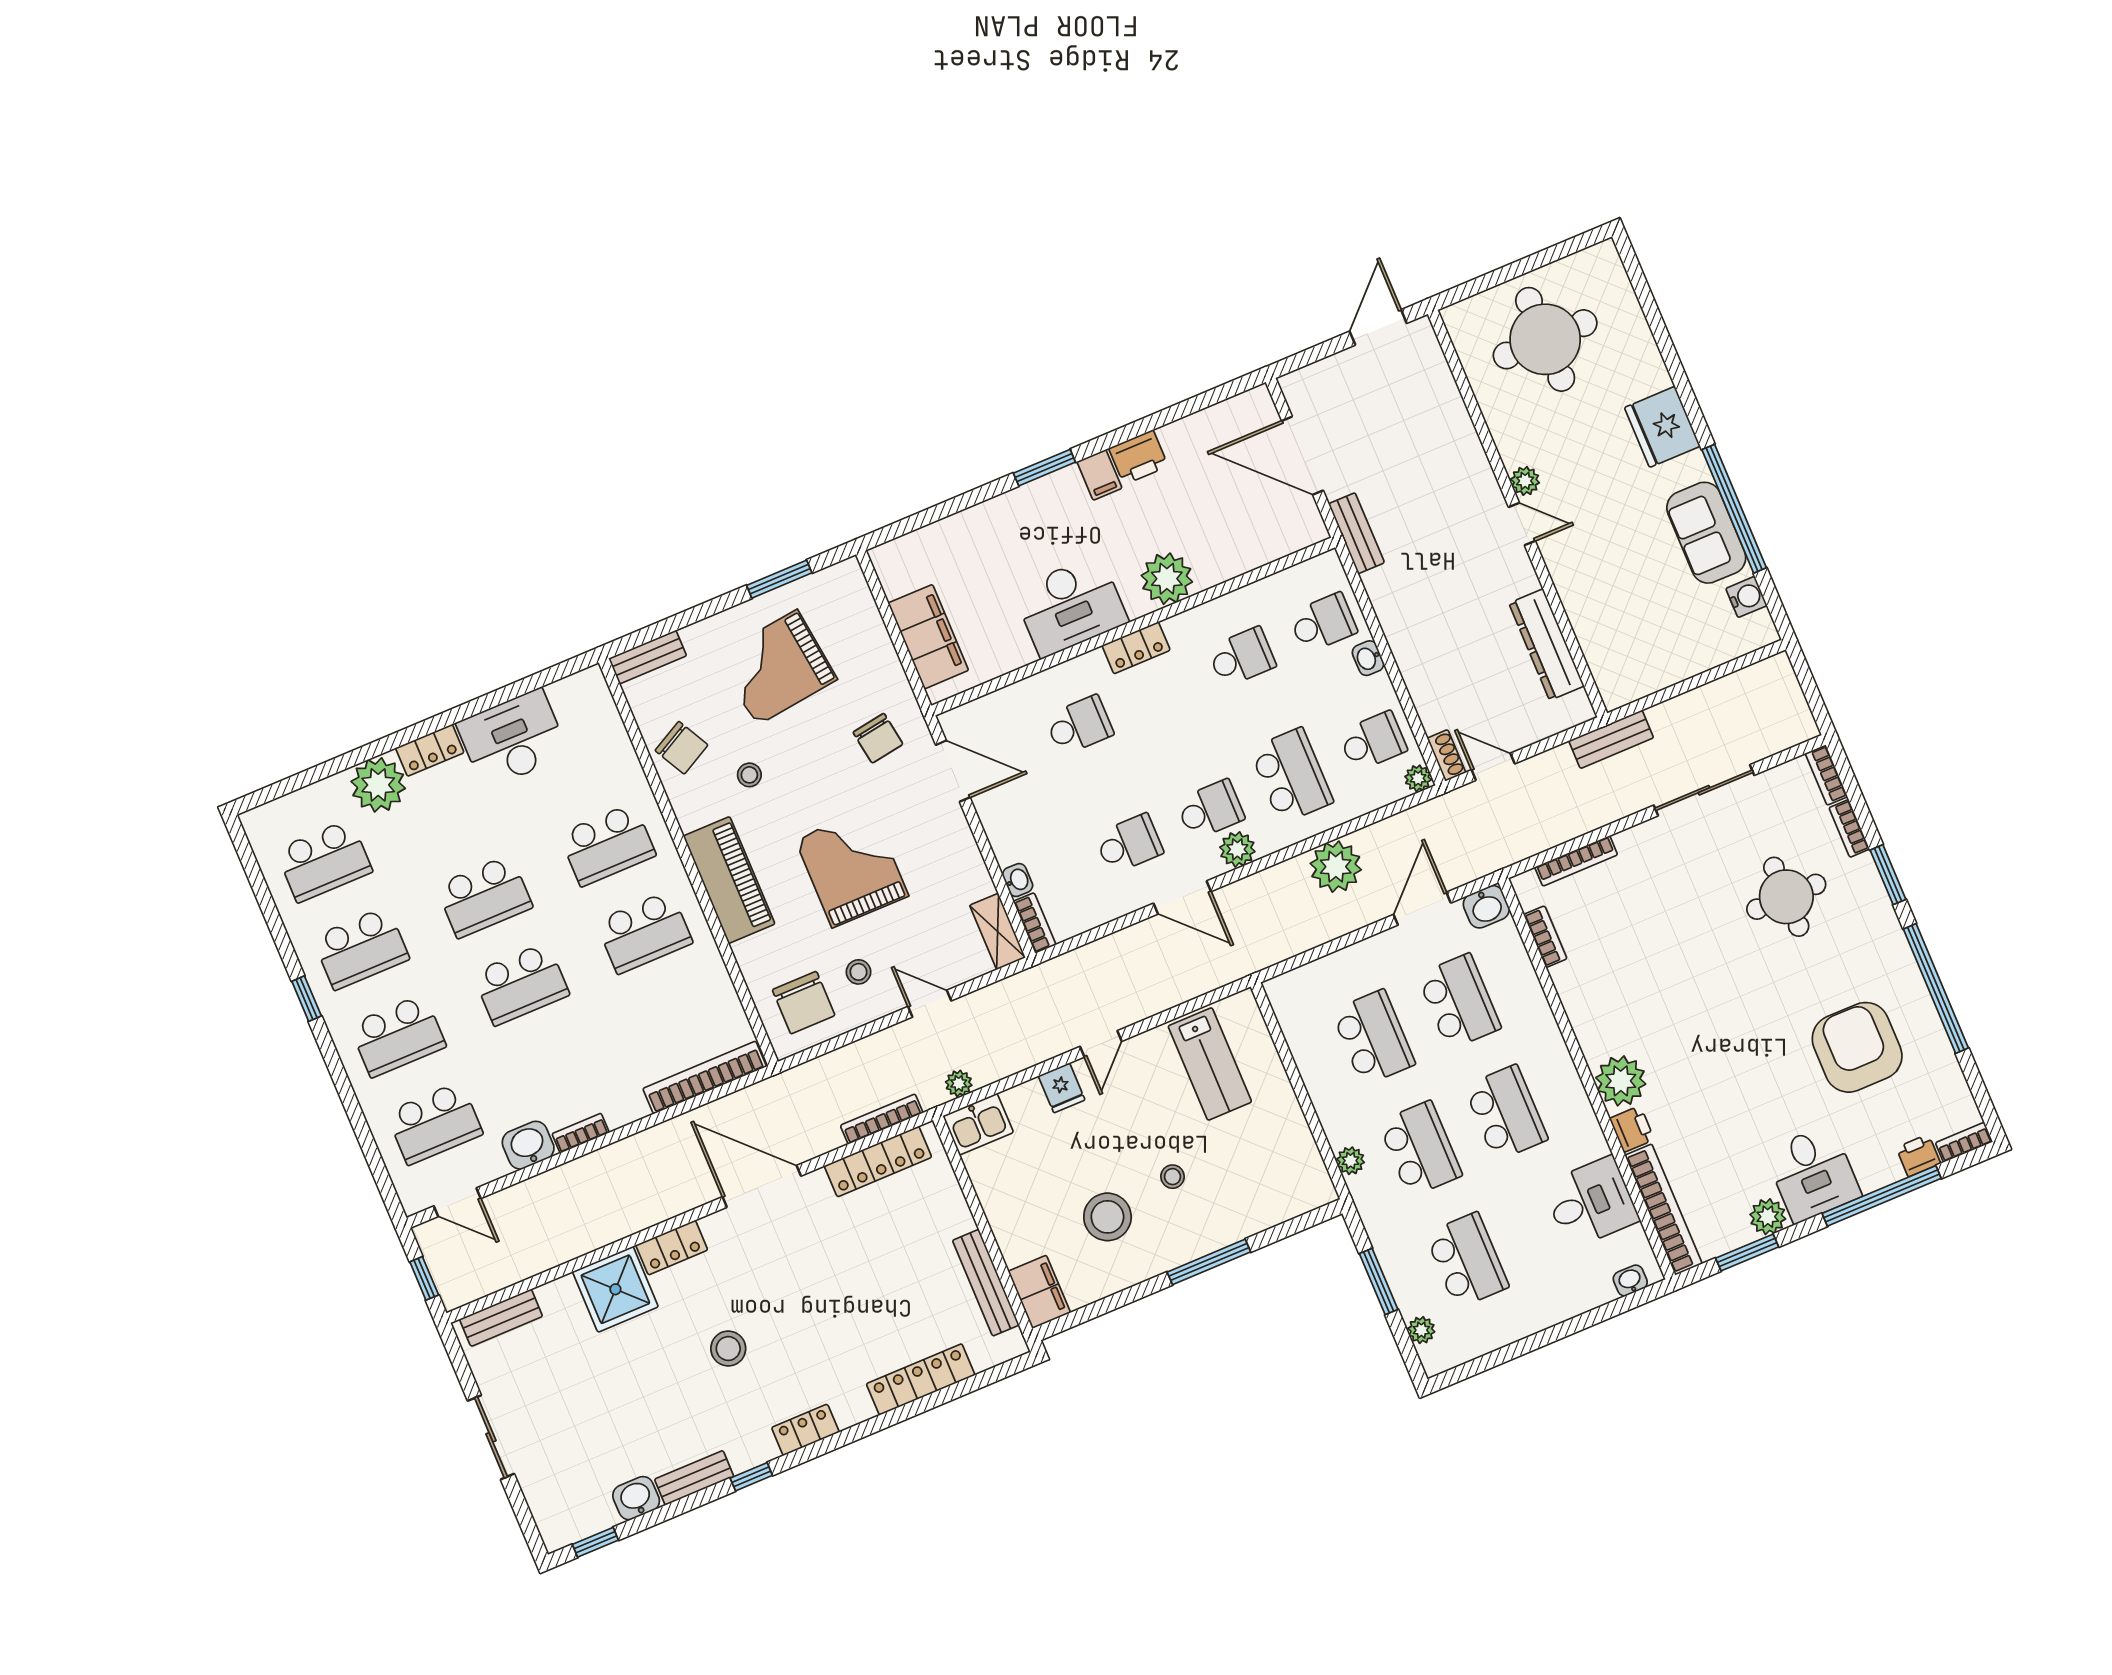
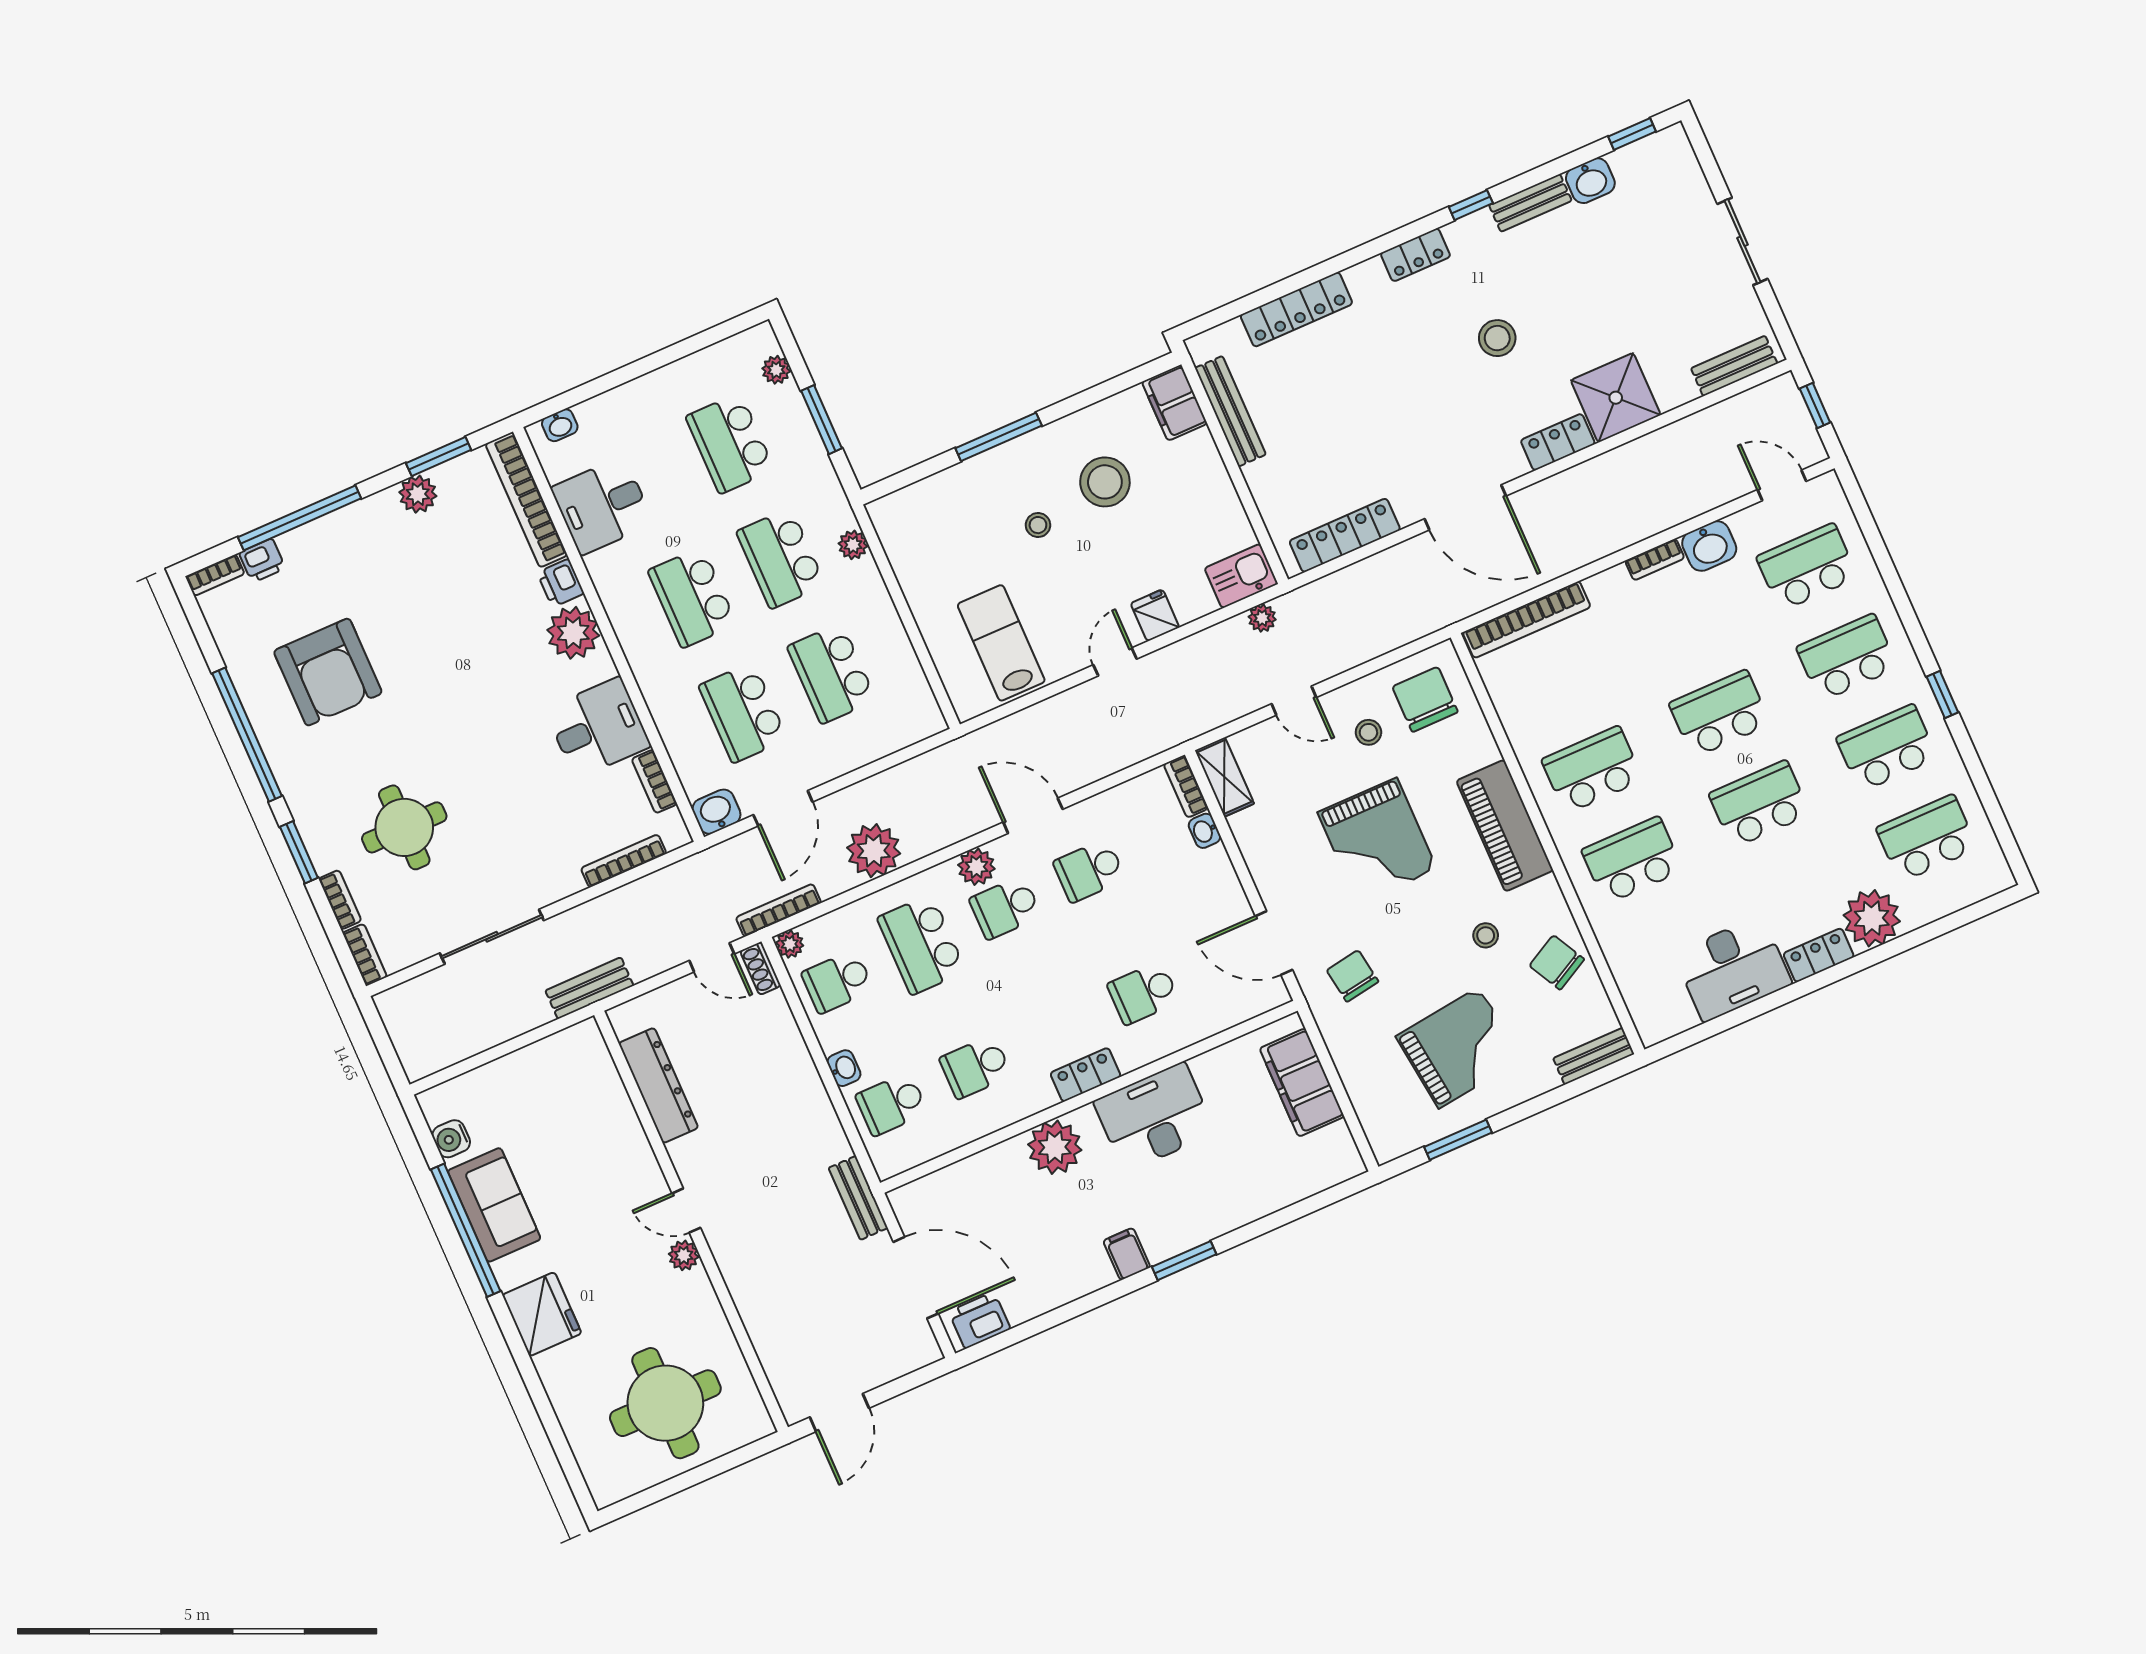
printer: (1138, 457) -> (980, 1320), moved
bookcase: (882, 1119) -> (779, 910), moved, turned 180
desk: (1813, 1174) -> (598, 728), moved, turned 90

